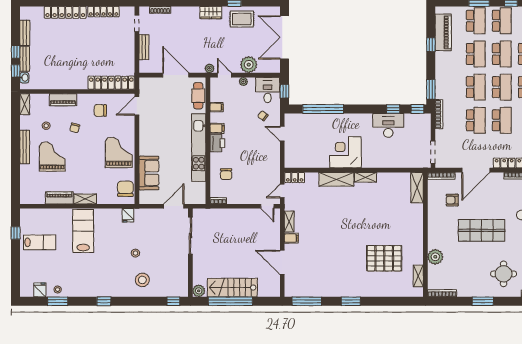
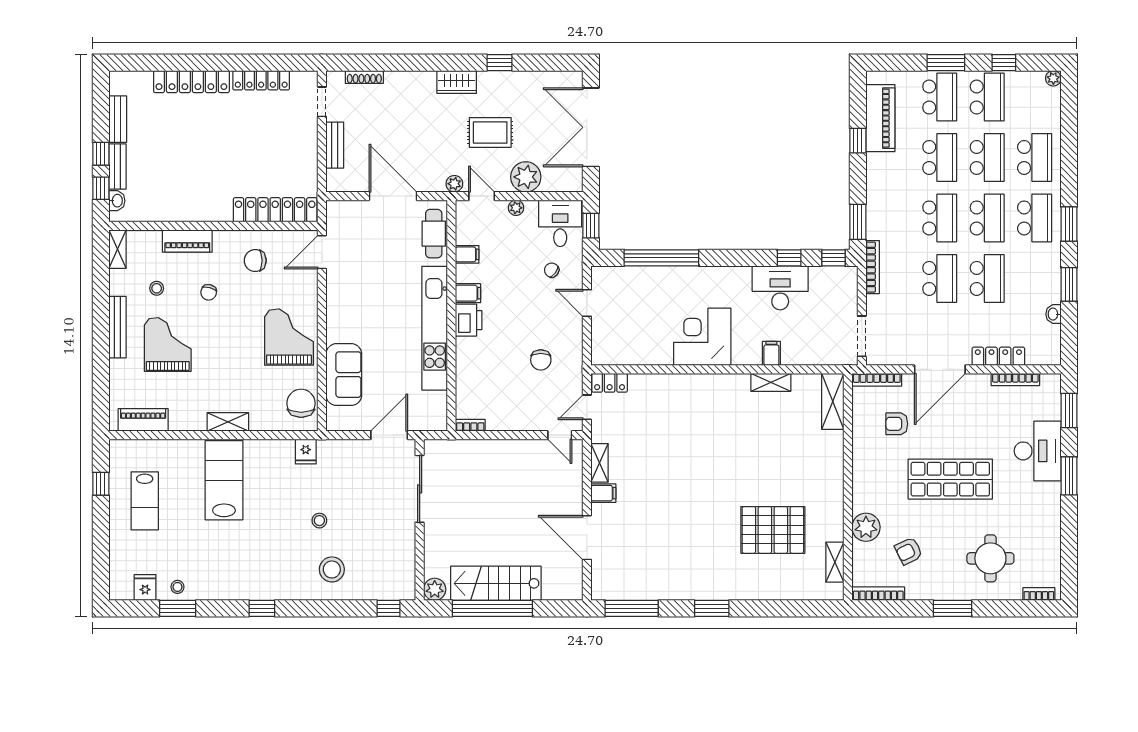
rug: (242, 19) -> (490, 132), moved
filing cabinet: (383, 161) -> (771, 353), added
chair: (226, 174) -> (541, 360), moved
shelving: (366, 177) -> (771, 382), moved
shelving: (336, 179) -> (686, 386), removed
piano: (59, 198) -> (143, 420), moved
lab bench: (40, 242) -> (145, 501), turned 90
armchair: (459, 270) -> (909, 551), added

